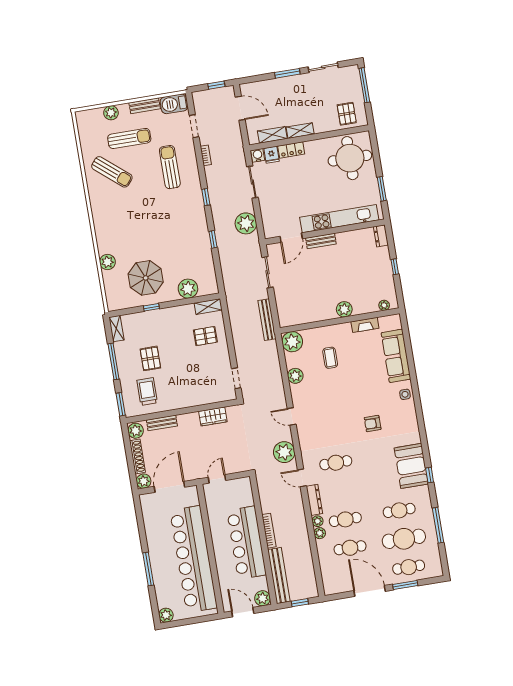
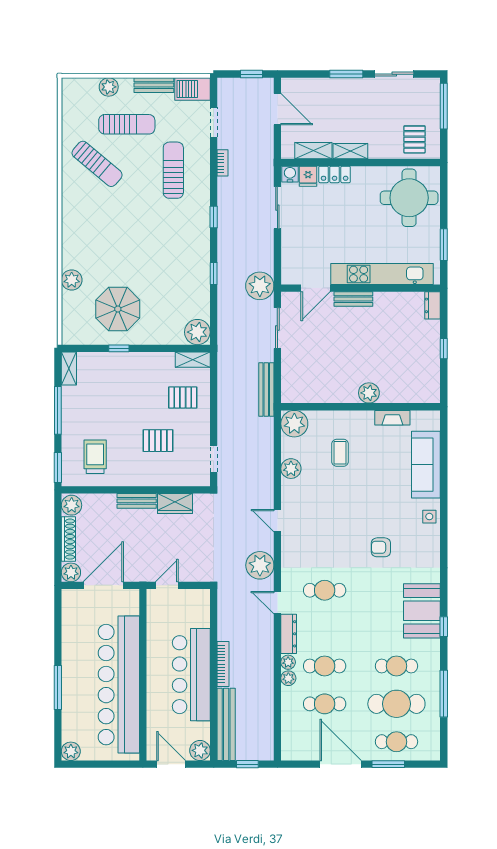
plant: (246, 223) -> (260, 286), moved
plant: (188, 289) -> (197, 332), moved
plant: (384, 305) -> (422, 396), removed
pallet: (150, 358) -> (158, 441), moved, turned 90
bench: (162, 423) -> (137, 501), moved

